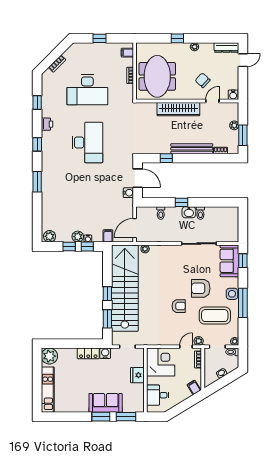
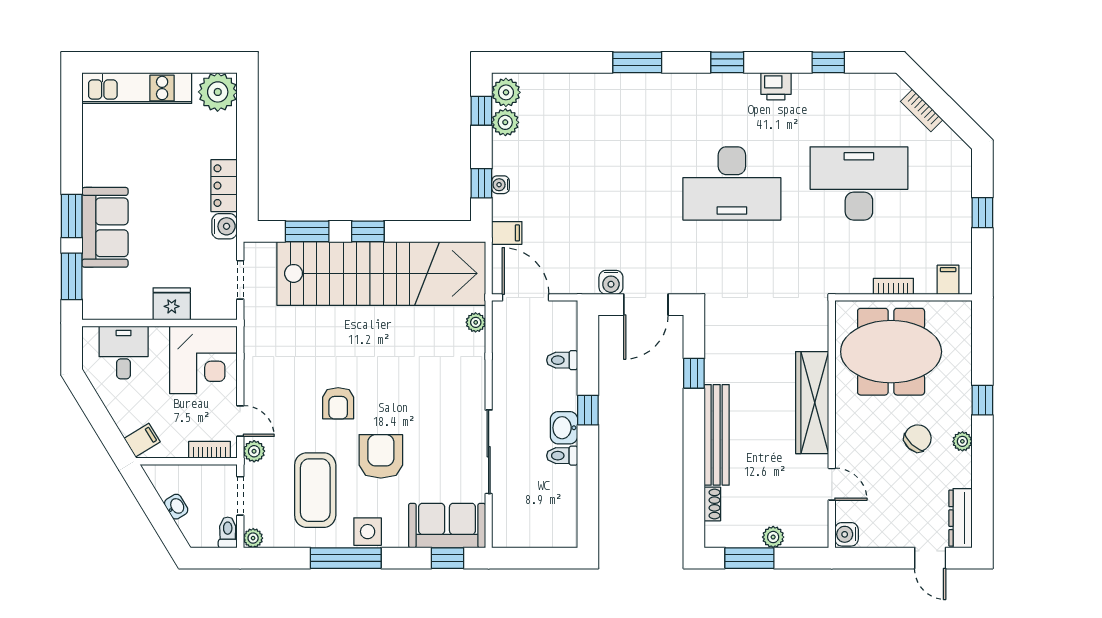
chair: (203, 80) -> (918, 438), moved
desk: (87, 90) -> (859, 183), turned 90
plant: (78, 237) -> (505, 122), moved
window: (69, 247) -> (481, 111), moved

